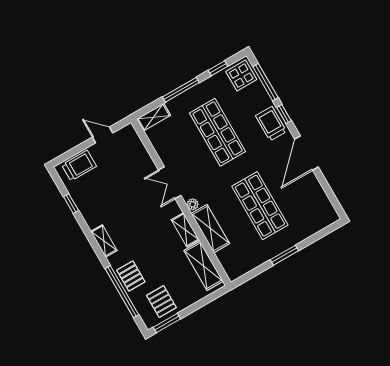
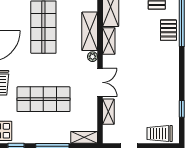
shop shelf: (218, 132) -> (43, 99), turned 90
shelving: (104, 241) -> (108, 112), moved

